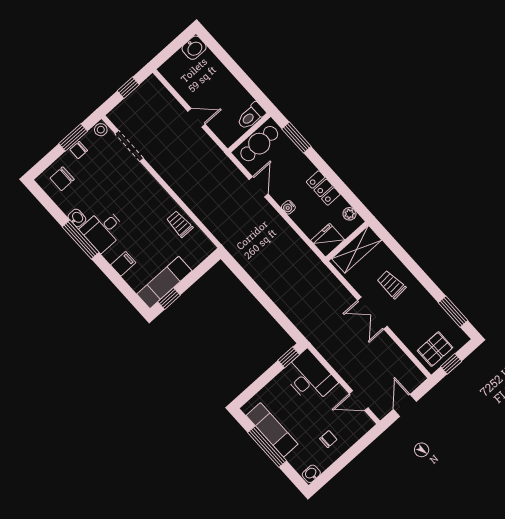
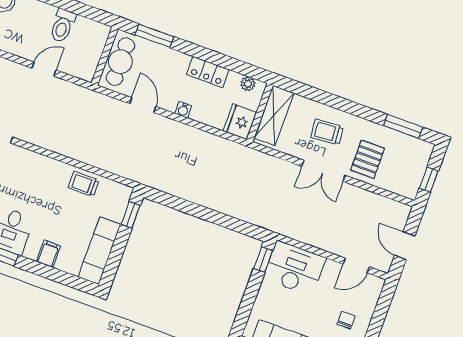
toilet: (251, 116) -> (63, 26), moved
window: (169, 299) -> (131, 215), moved
pallet: (435, 349) -> (368, 159), moved

